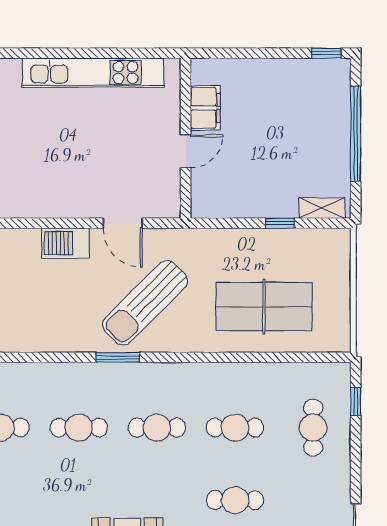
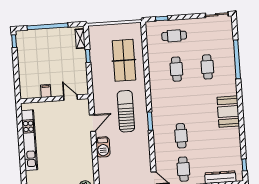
filing cabinet: (205, 108) -> (46, 91), width x0.50
door: (186, 151) -> (70, 98), moved
sun lounger: (145, 303) -> (126, 111), turned -135
cafe table: (157, 428) -> (179, 102), removed

